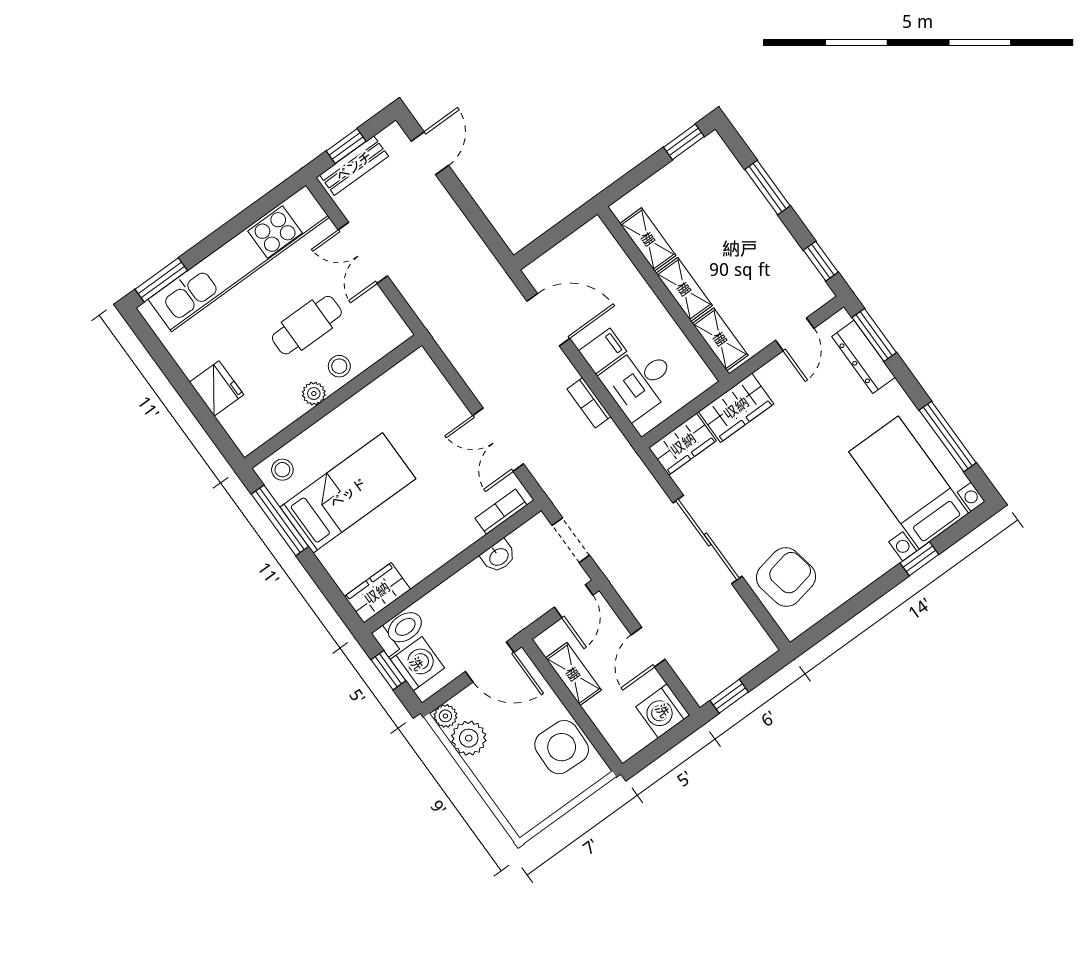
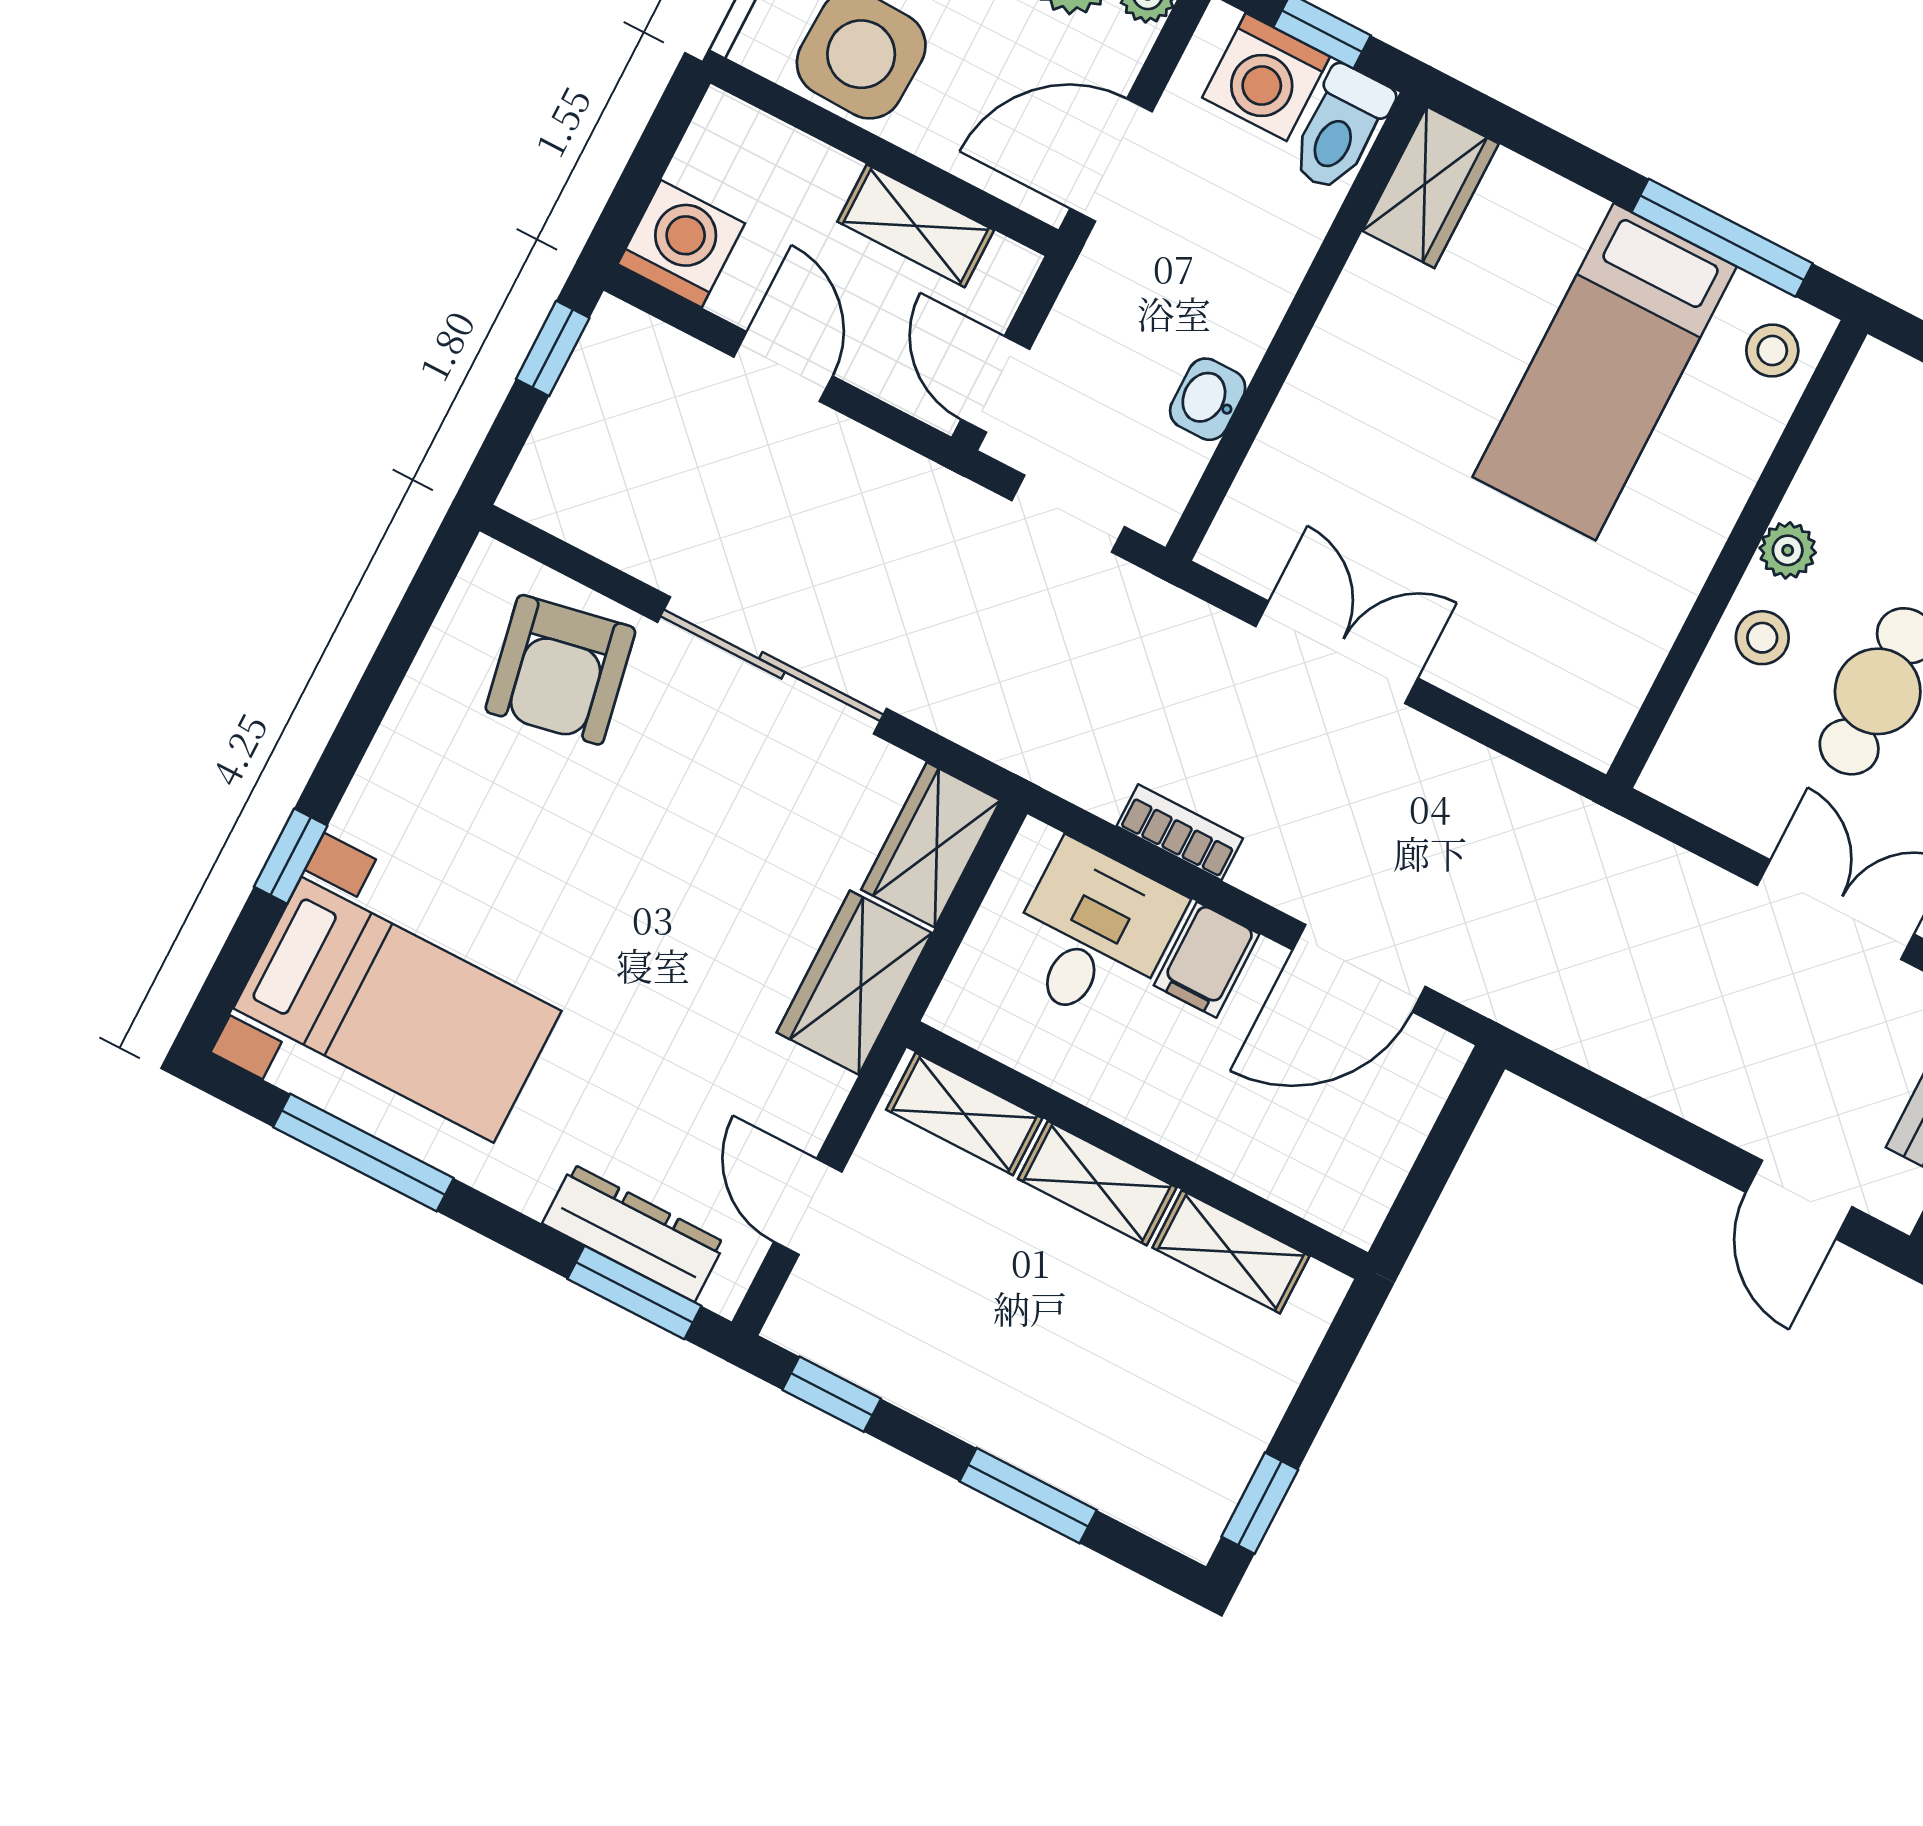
bookcase: (501, 512) -> (1251, 499), removed

